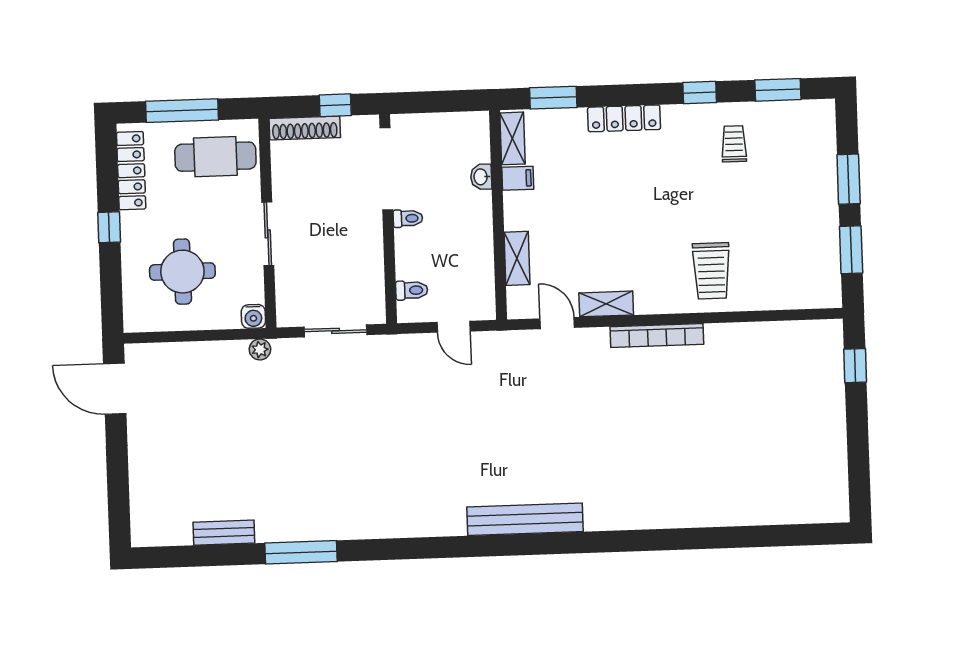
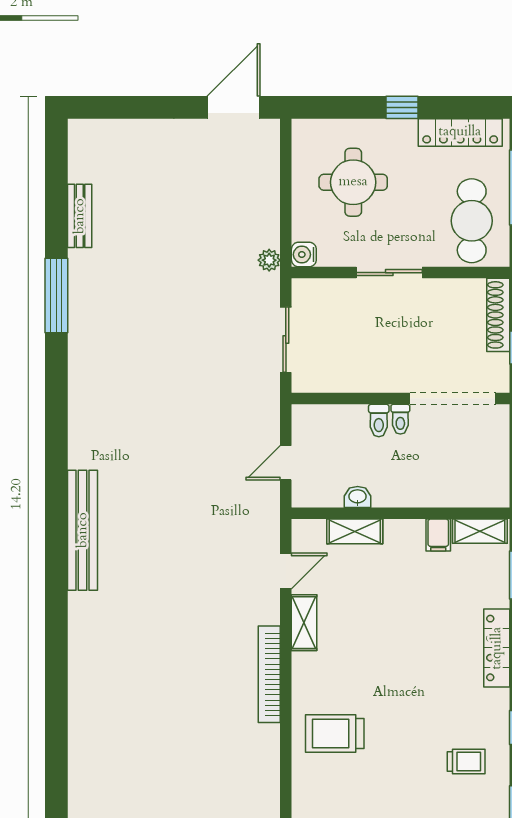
washbasin: (481, 177) -> (358, 497), moved
toilet: (412, 290) -> (379, 420), moved

